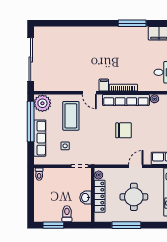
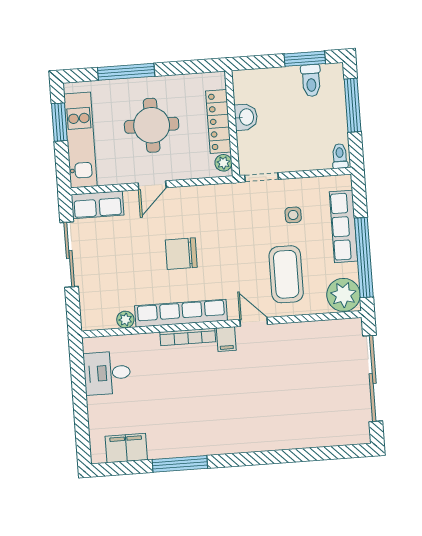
window: (31, 200) -> (353, 105), added
toilet: (67, 214) -> (311, 81), moved
window: (126, 225) -> (126, 72), moved

